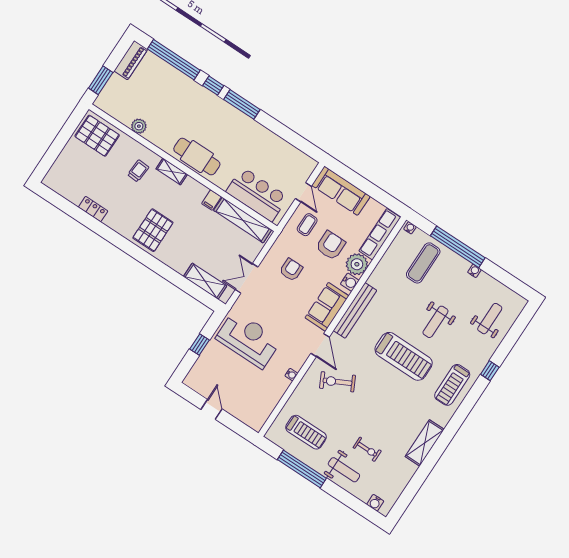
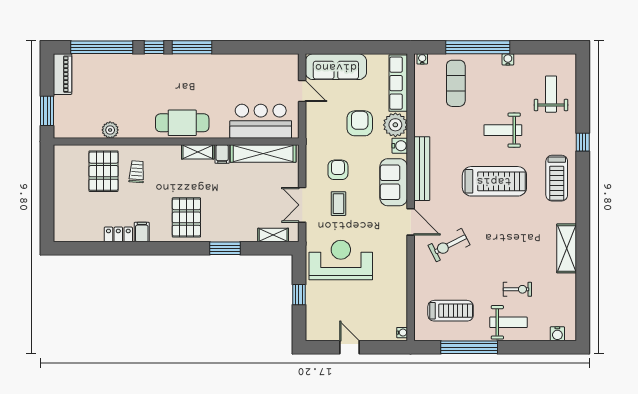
pallet: (97, 136) -> (104, 171), moved, turned 90
shelving: (172, 172) -> (198, 152), moved
filing cabinet: (112, 219) -> (142, 232), added
coffee table: (307, 225) -> (338, 204), moved
window: (167, 273) -> (225, 248), added
shelving: (205, 281) -> (273, 235), width x0.67, depth x0.75
weight bench: (435, 322) -> (503, 130), turned 90
water cooler: (291, 375) -> (402, 333), moved

